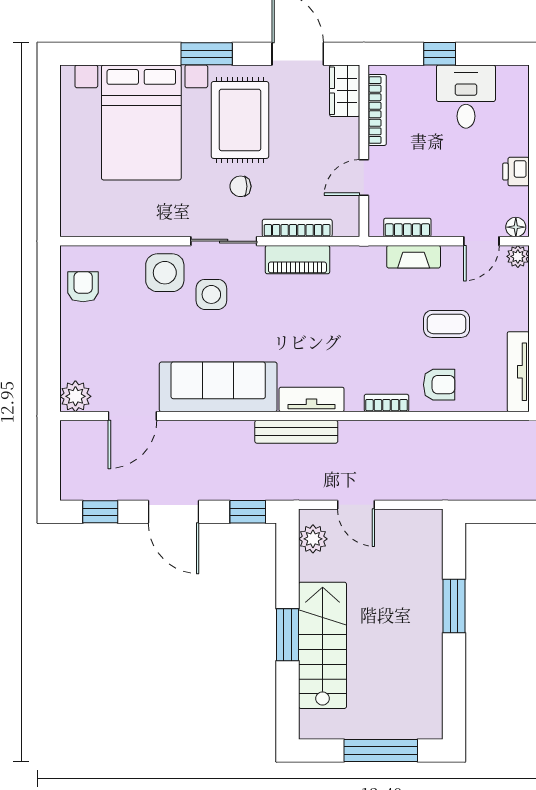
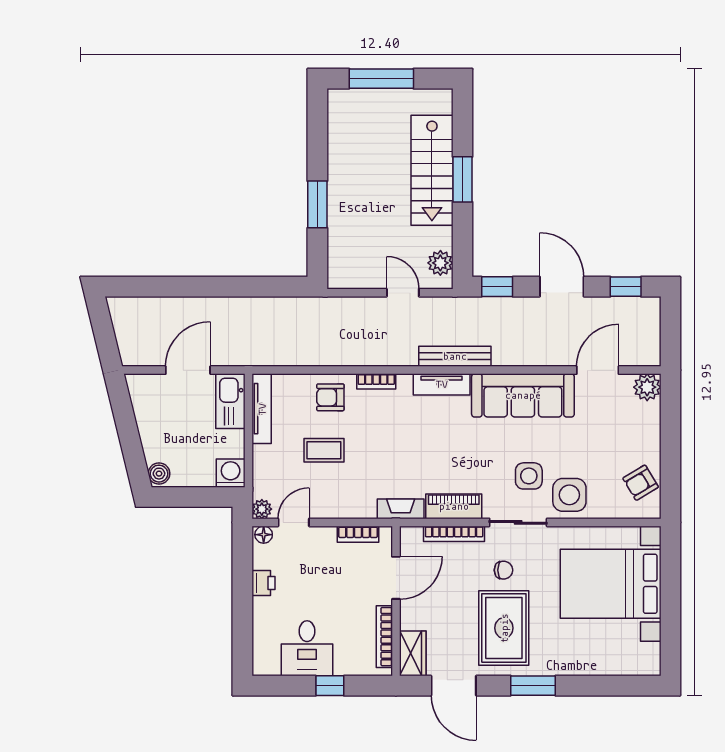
bed with nightstands: (141, 122) -> (611, 584), moved, turned -90
door: (364, 177) -> (396, 578), width x1.38
fireplace: (414, 257) -> (401, 509), moved
armchair: (83, 287) -> (641, 483), turned 59

